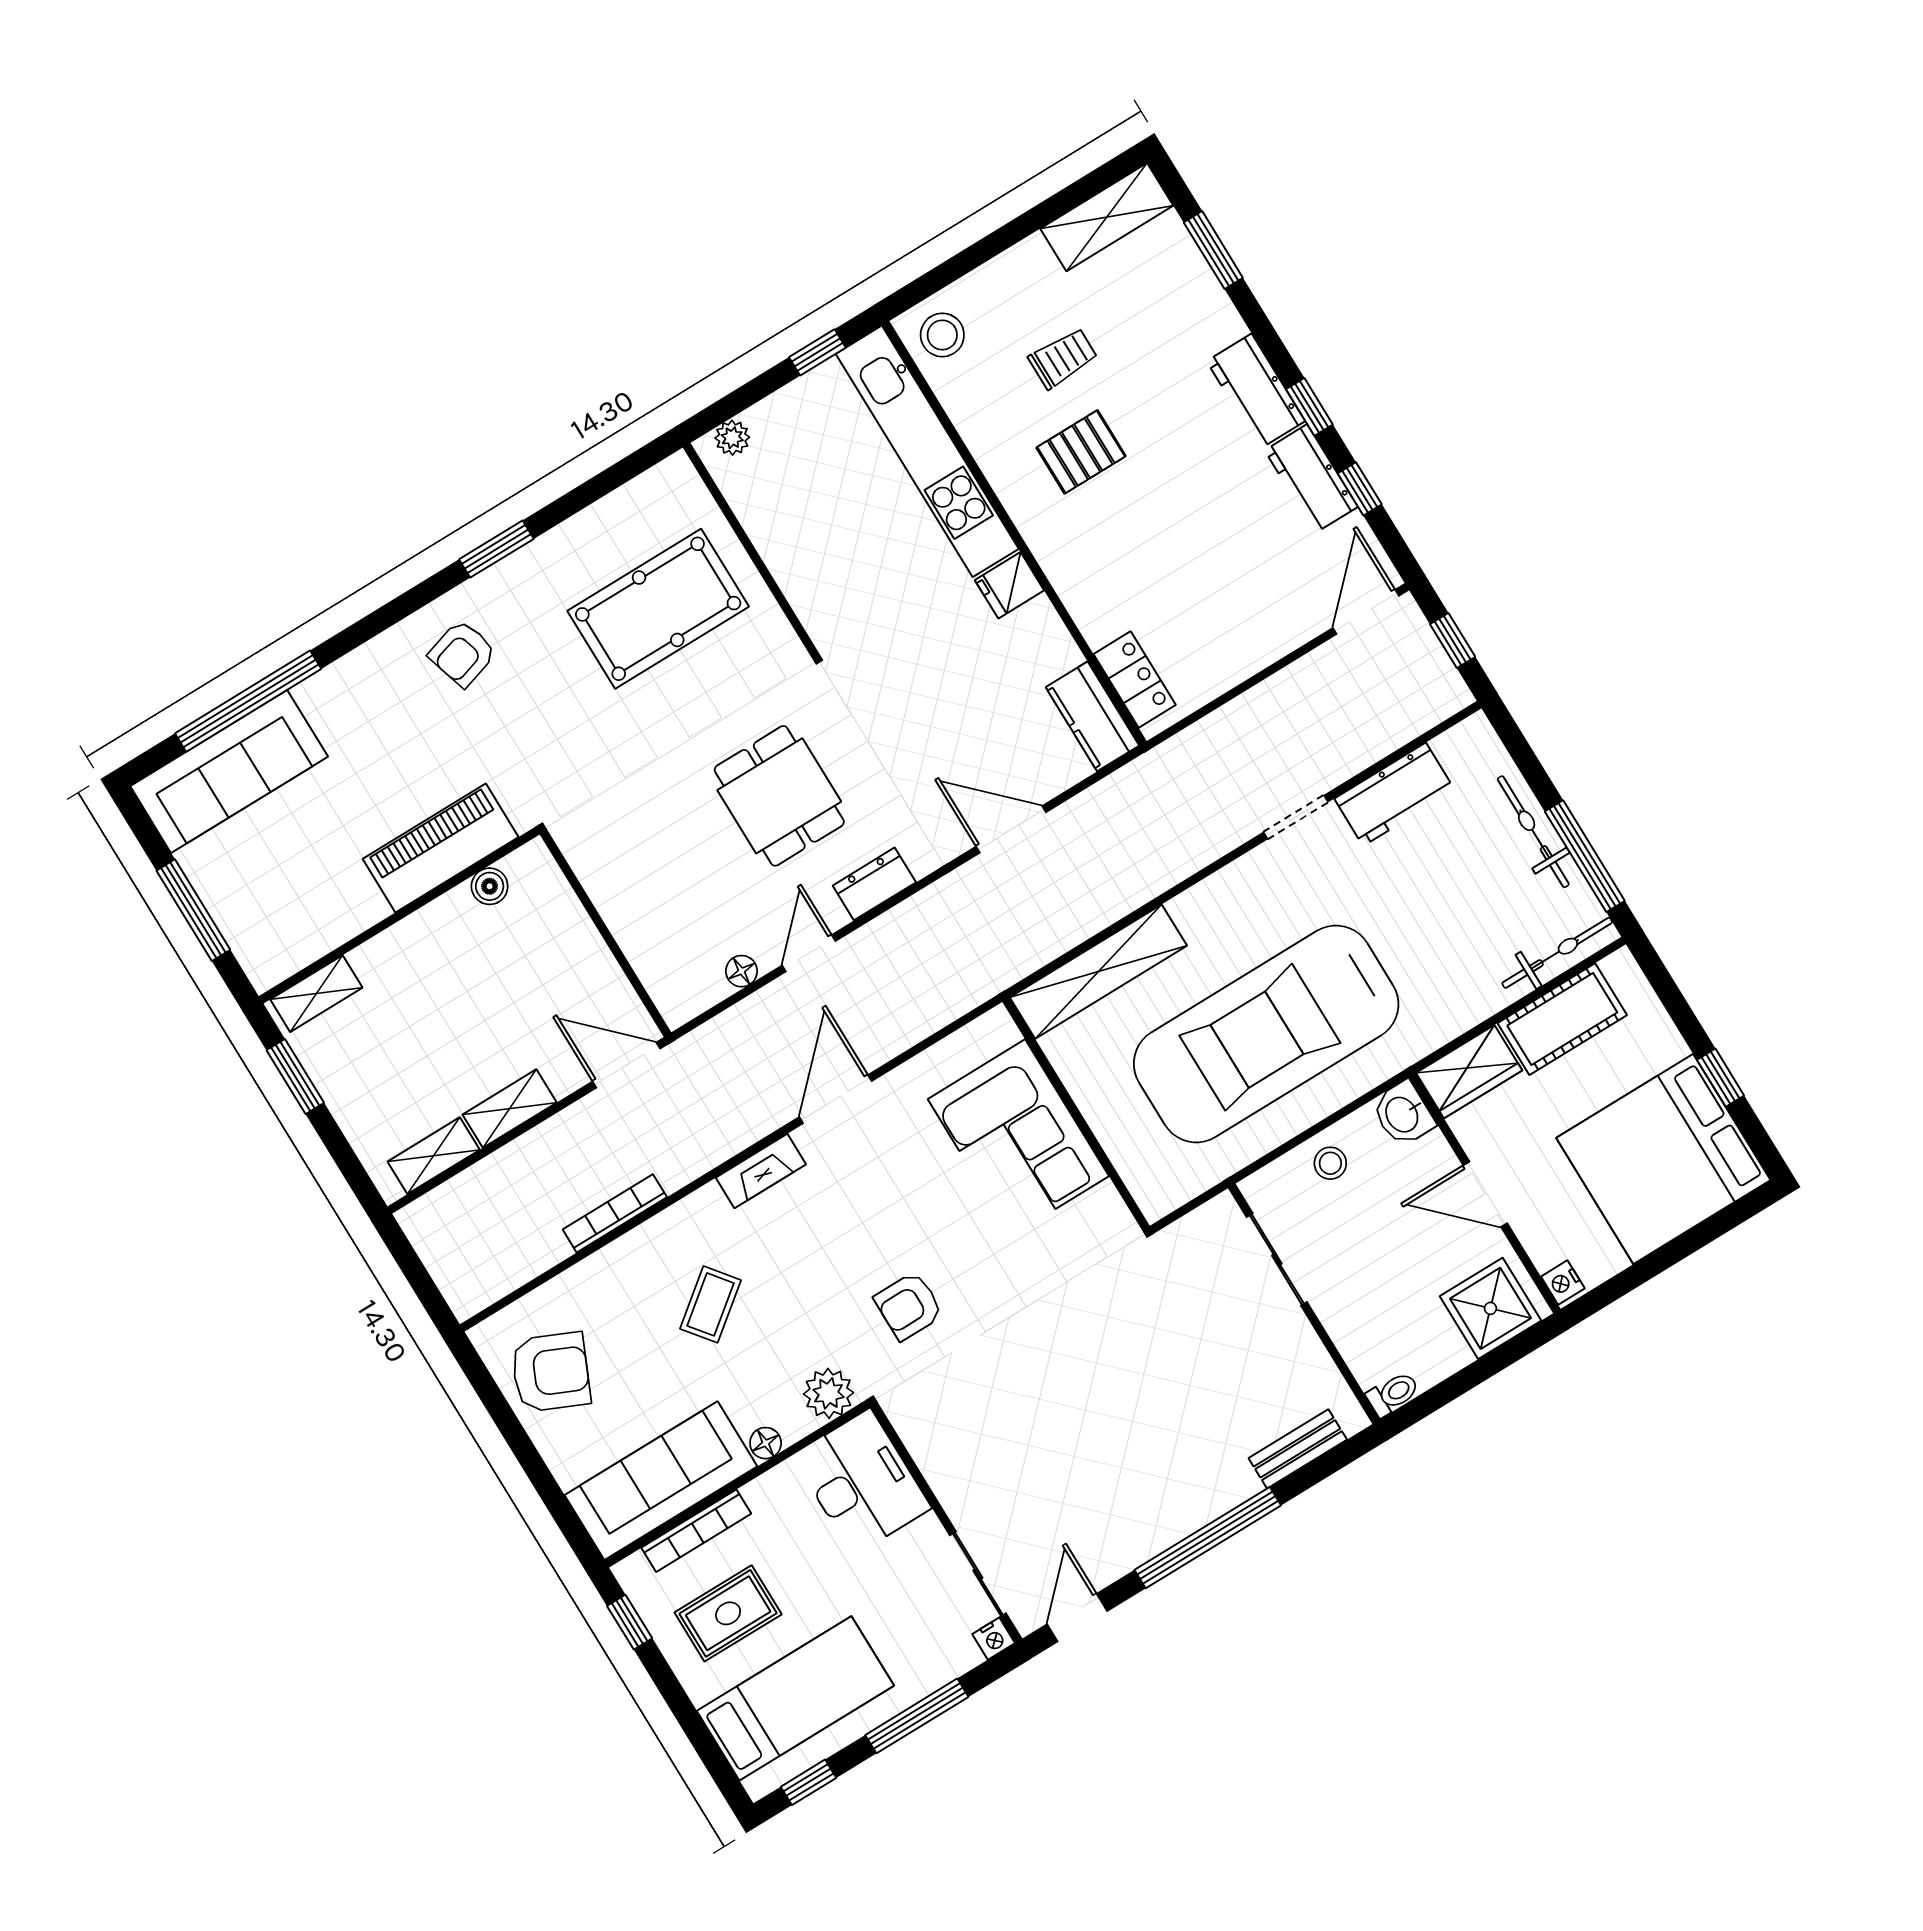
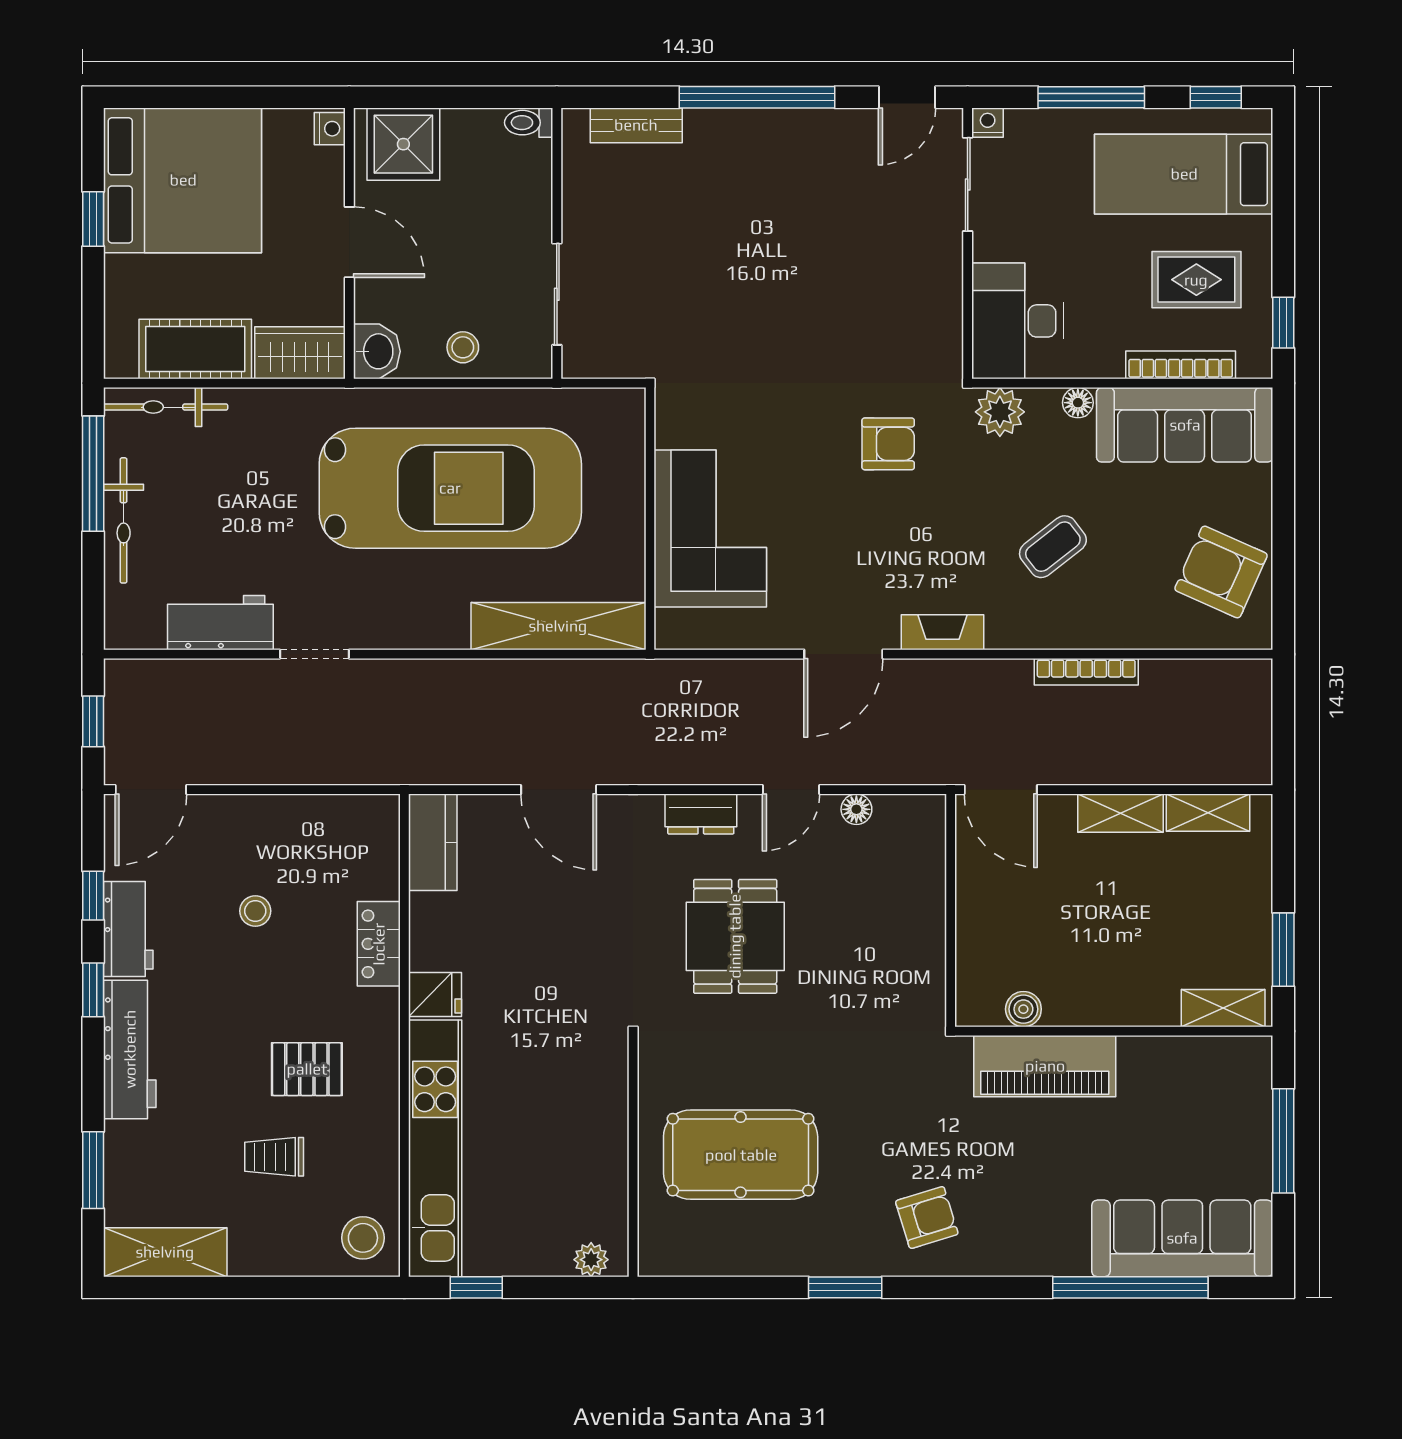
workbench: (1256, 391) -> (130, 1049), width x1.38
stool: (1210, 562) -> (255, 911), added
locker: (1135, 680) -> (379, 944), moved

